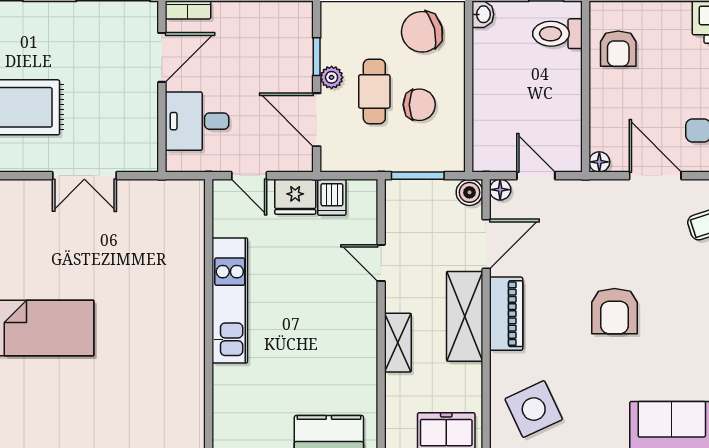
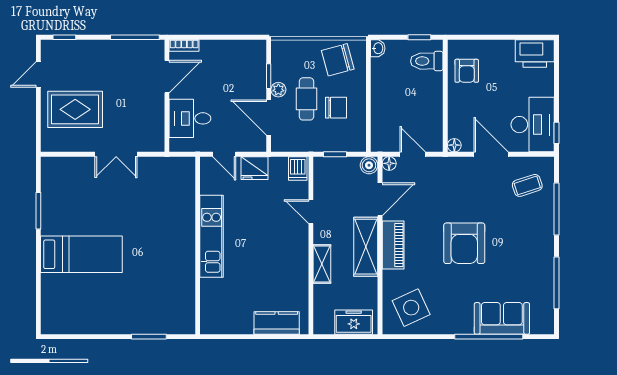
window: (418, 176) -> (335, 154), width x0.67
dishwasher: (332, 197) -> (298, 168), moved
armchair: (615, 311) -> (464, 243), width x1.36, depth x1.36

